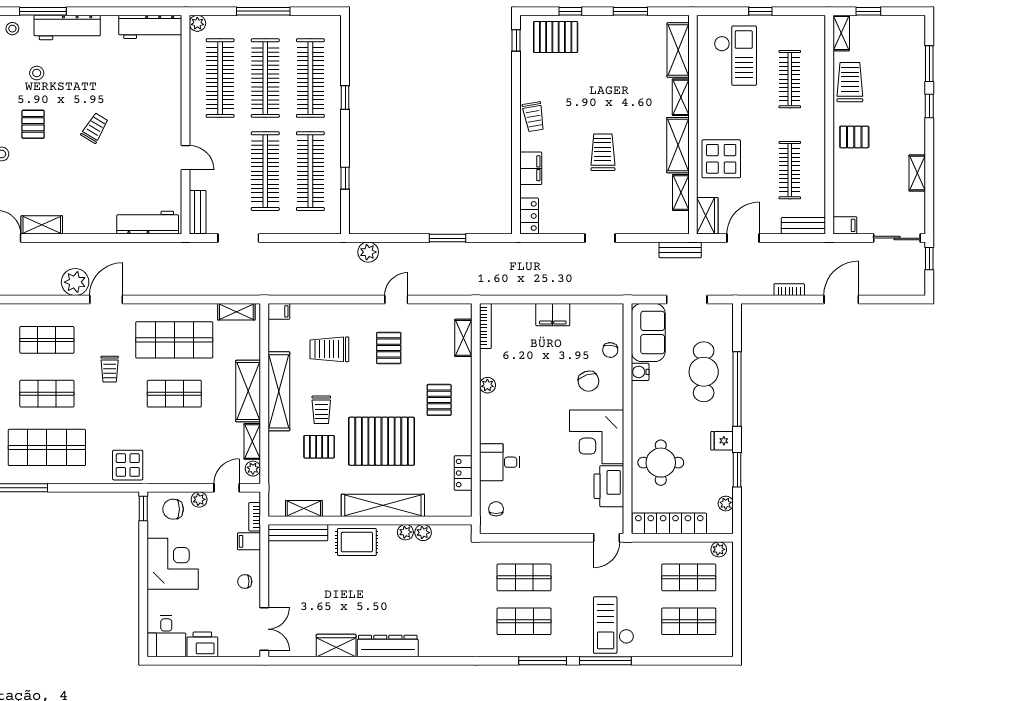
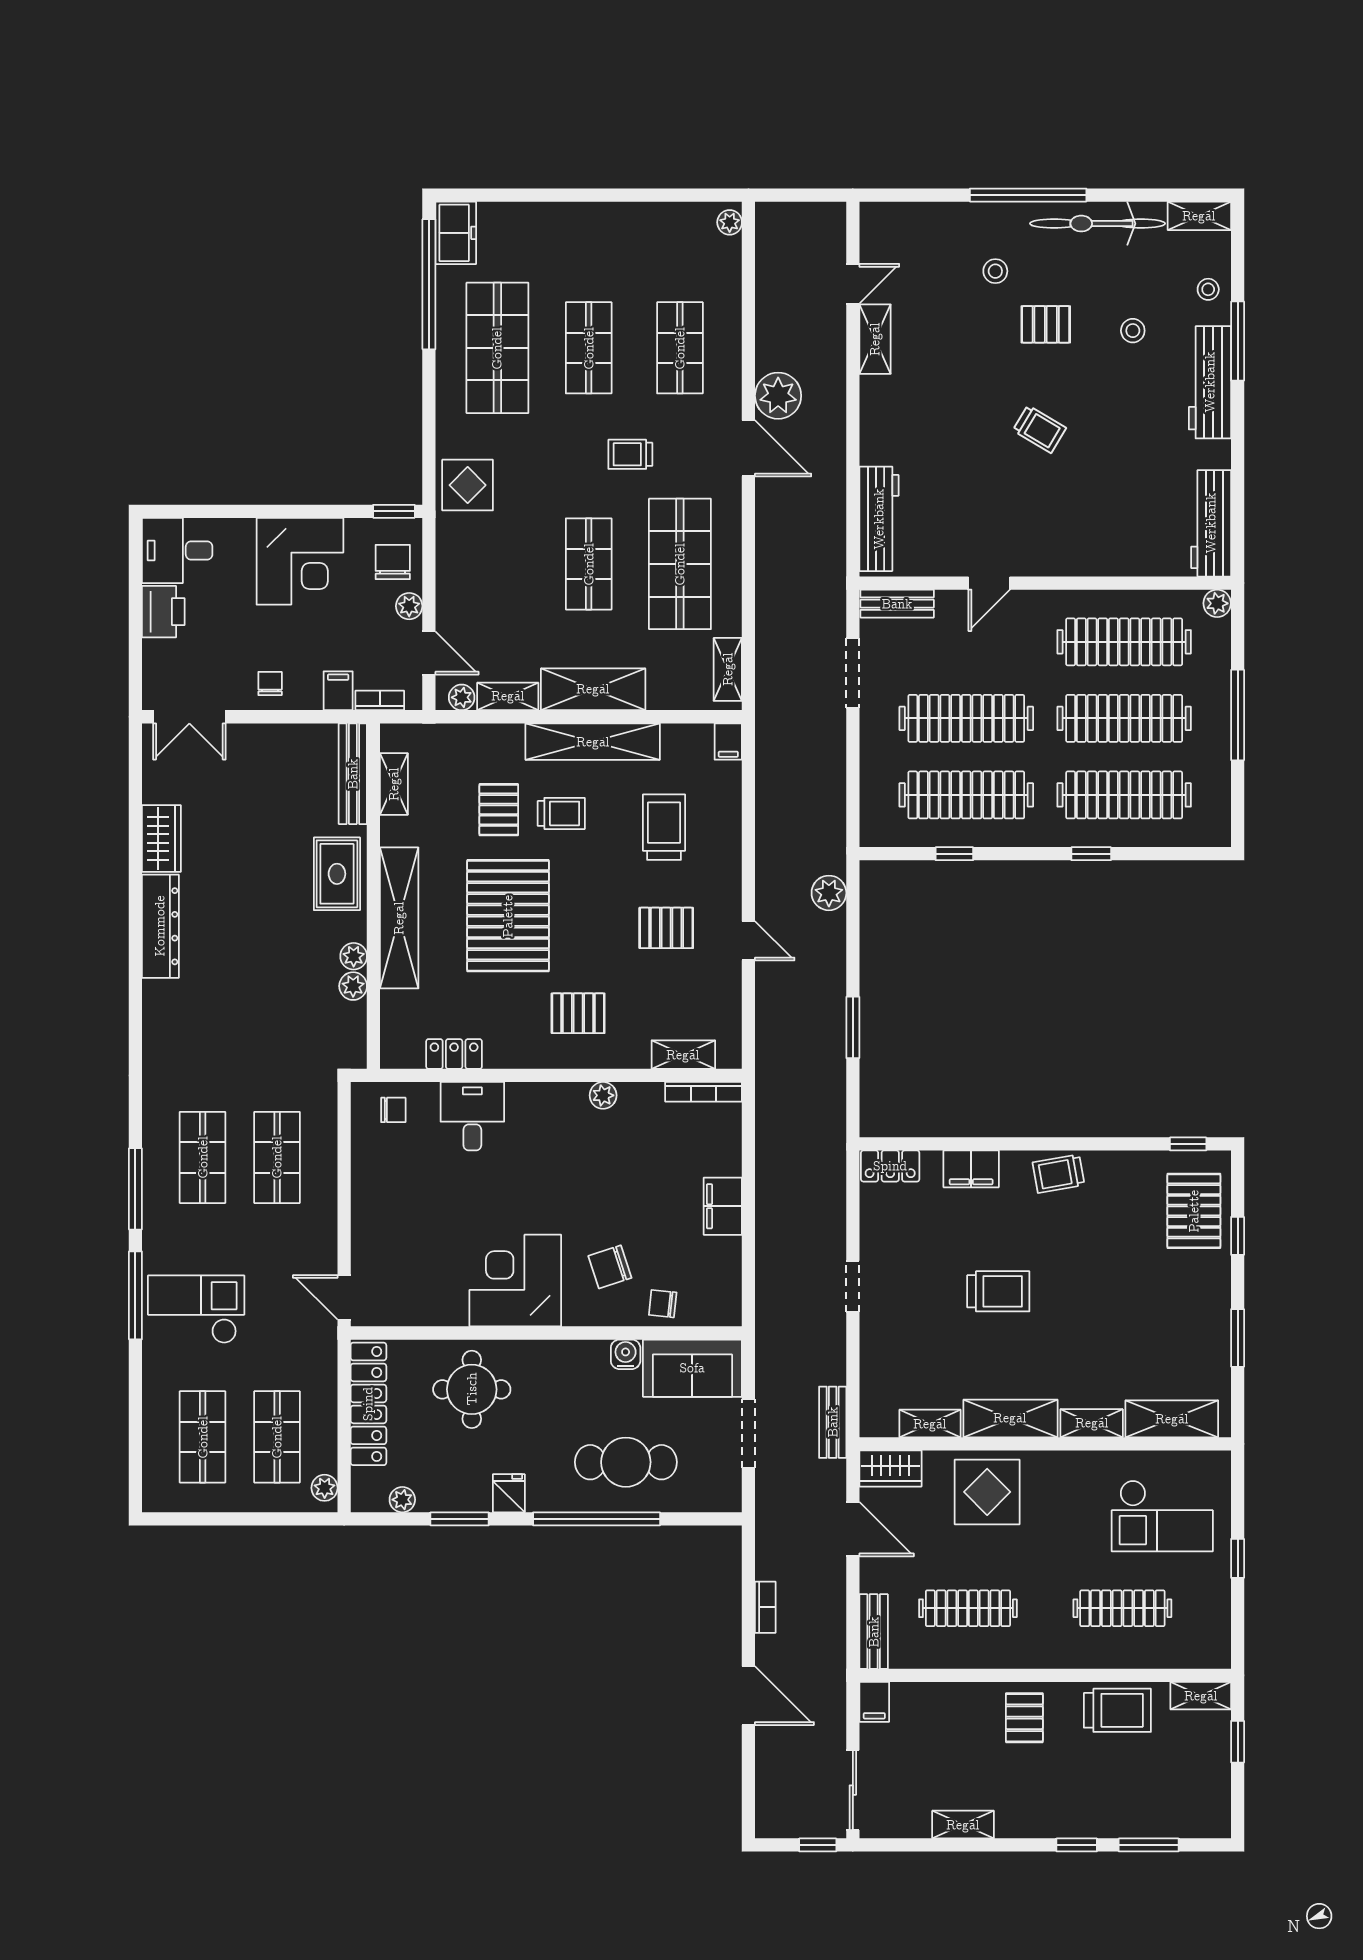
trolley: (321, 410) -> (561, 813), turned 180
printer: (609, 486) -> (432, 1301), removed

